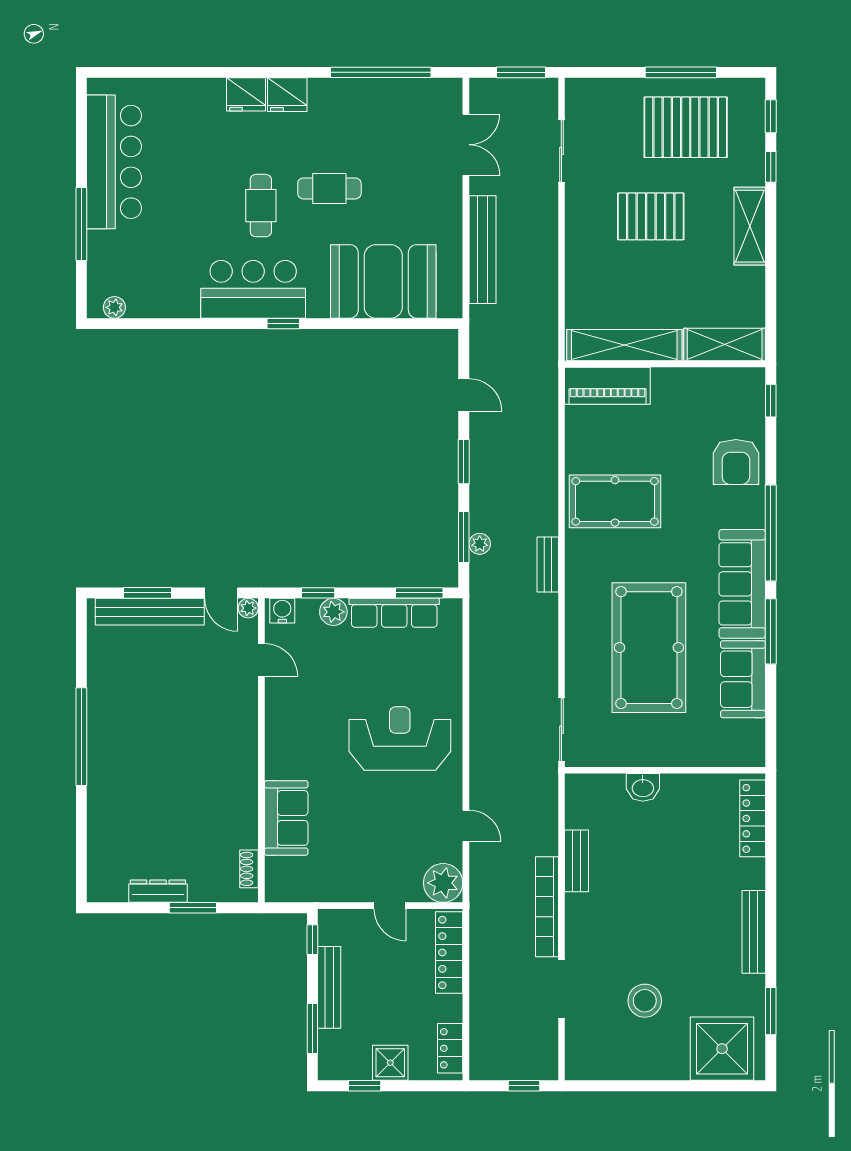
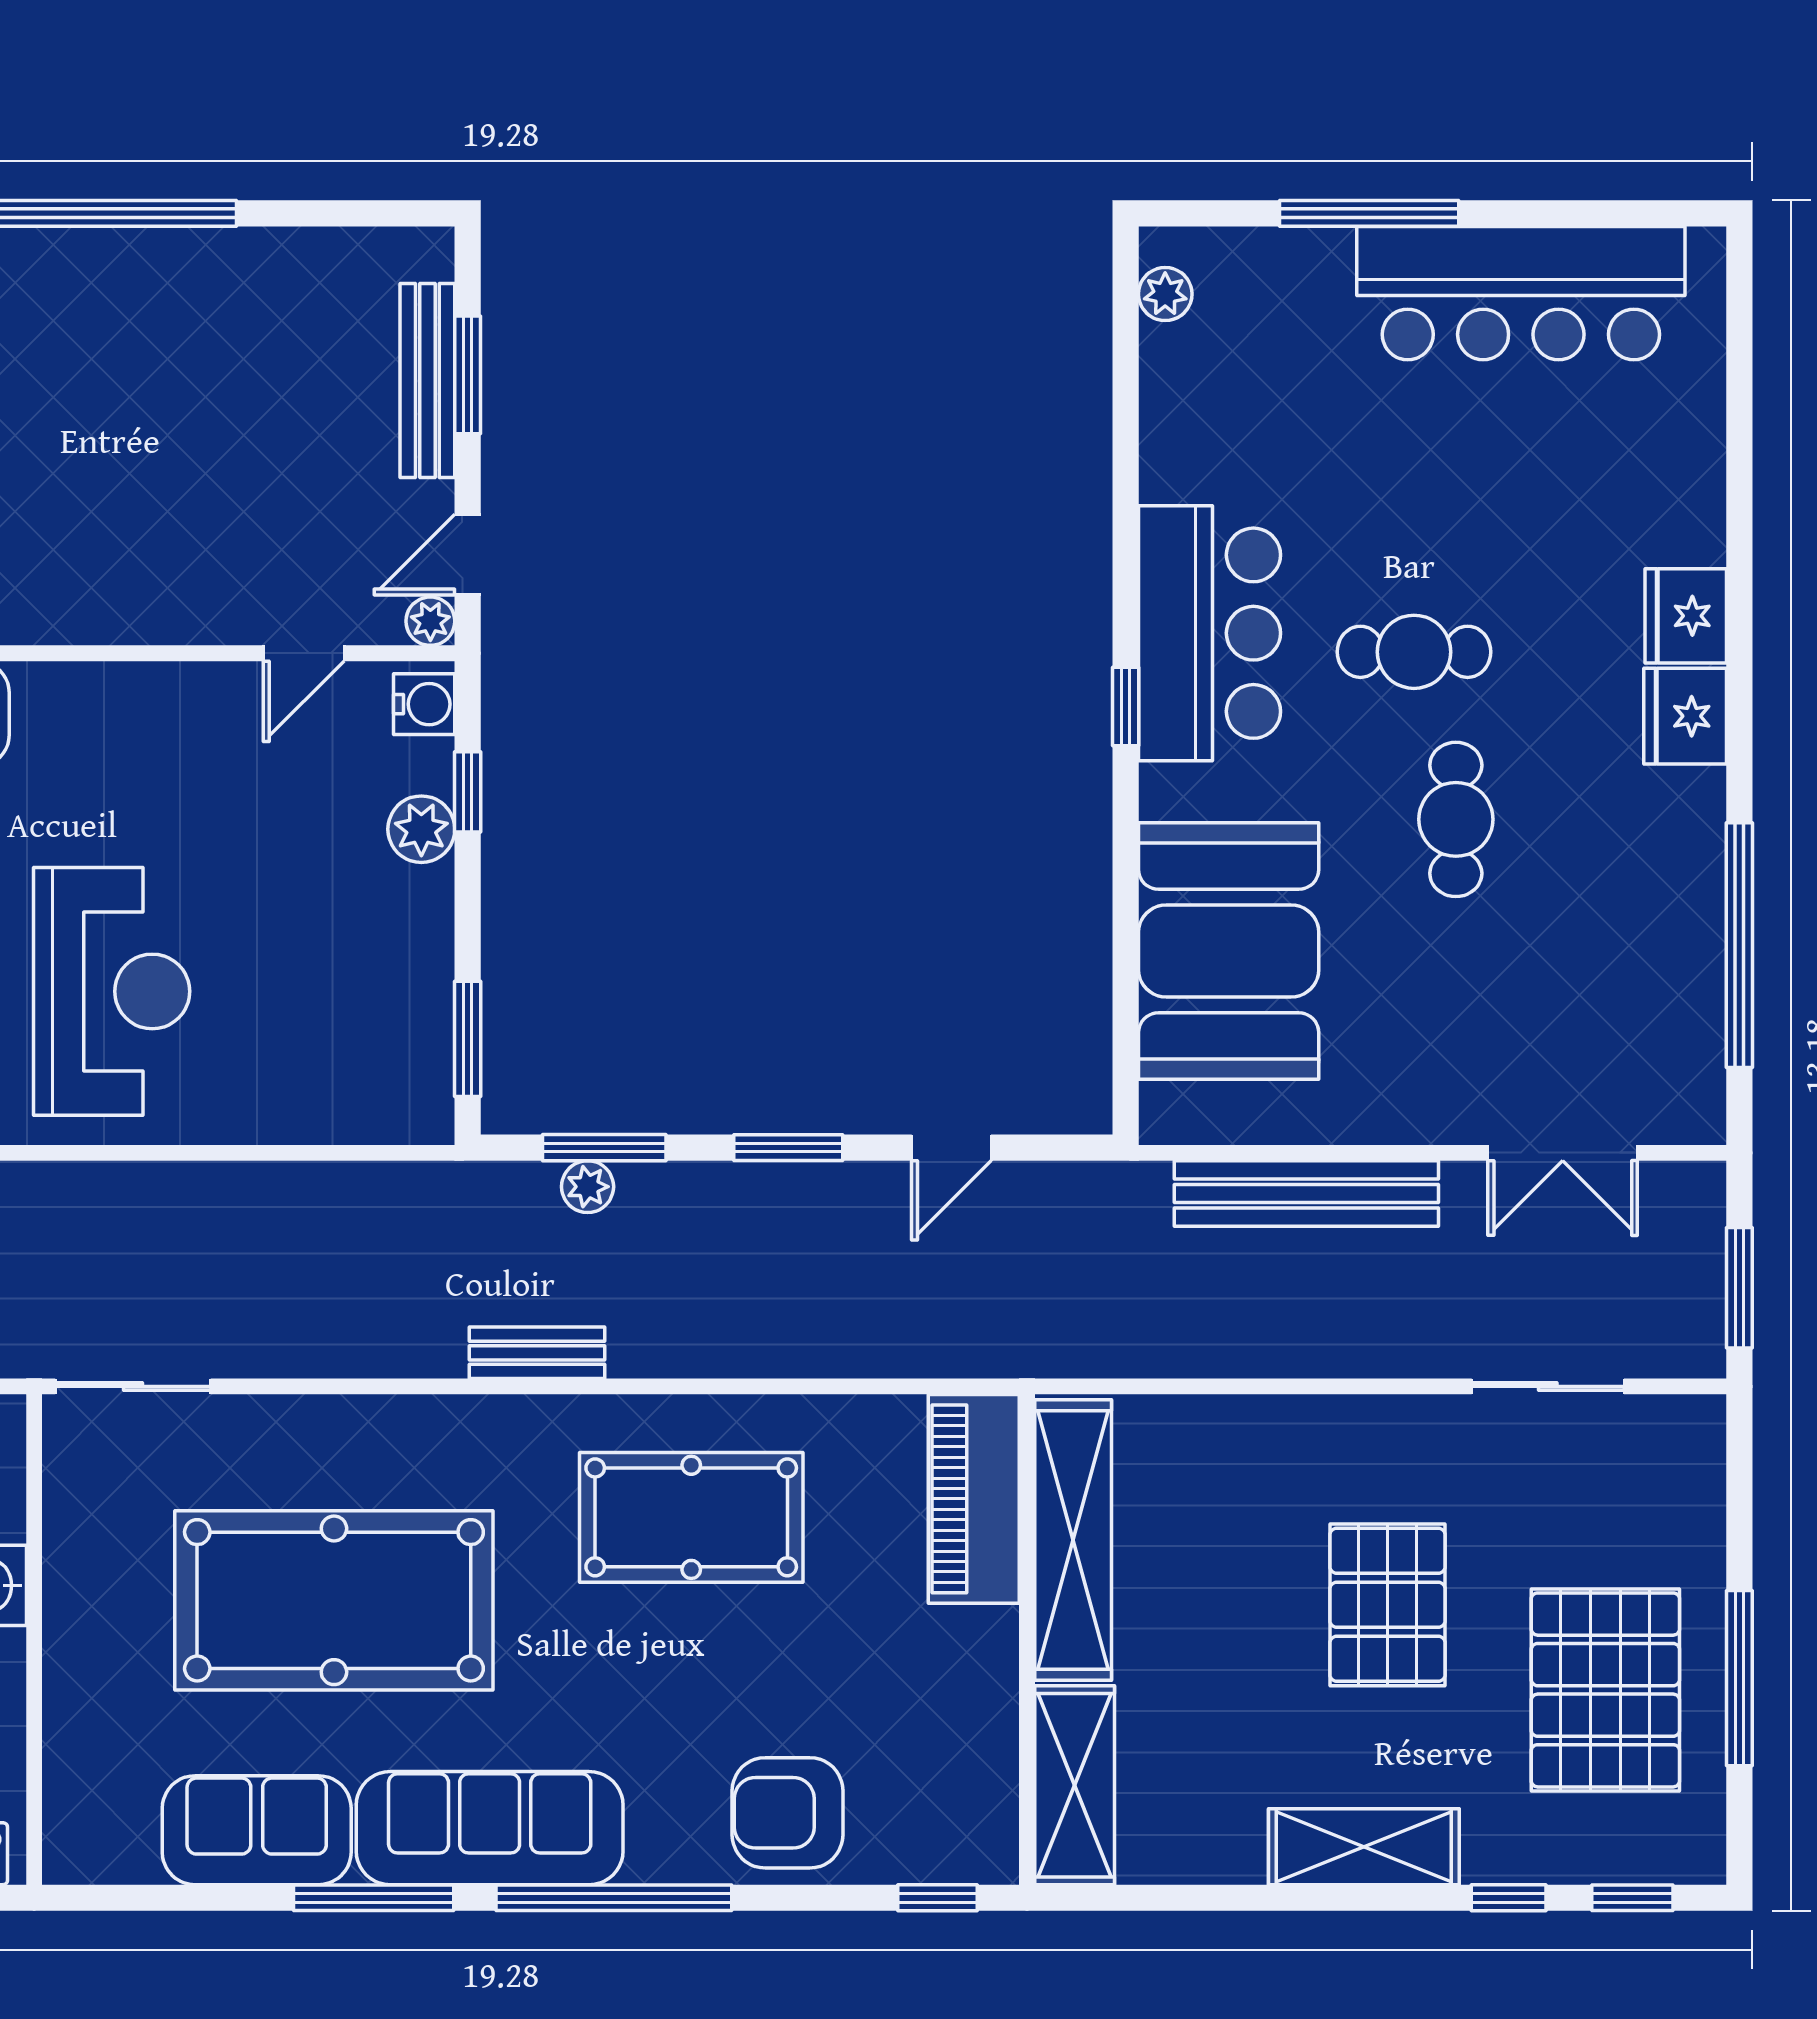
pool table: (615, 501) -> (691, 1517), turned 90
bench: (150, 612) -> (427, 381), width x0.73, depth x0.82
row of seats: (394, 613) -> (419, 978), removed

